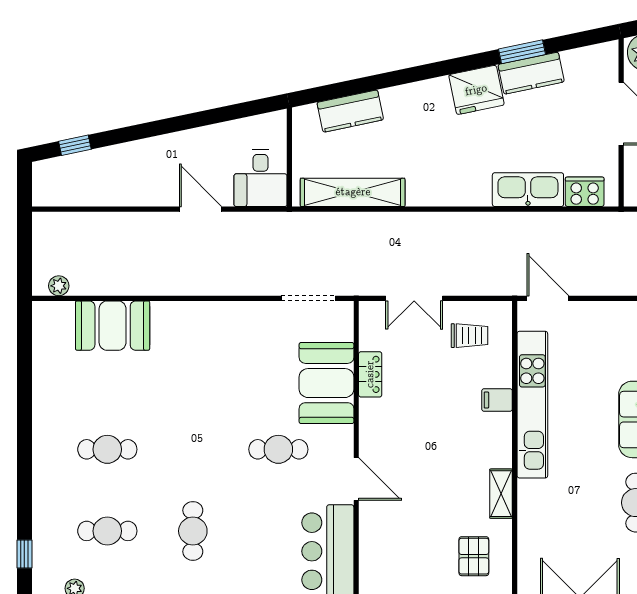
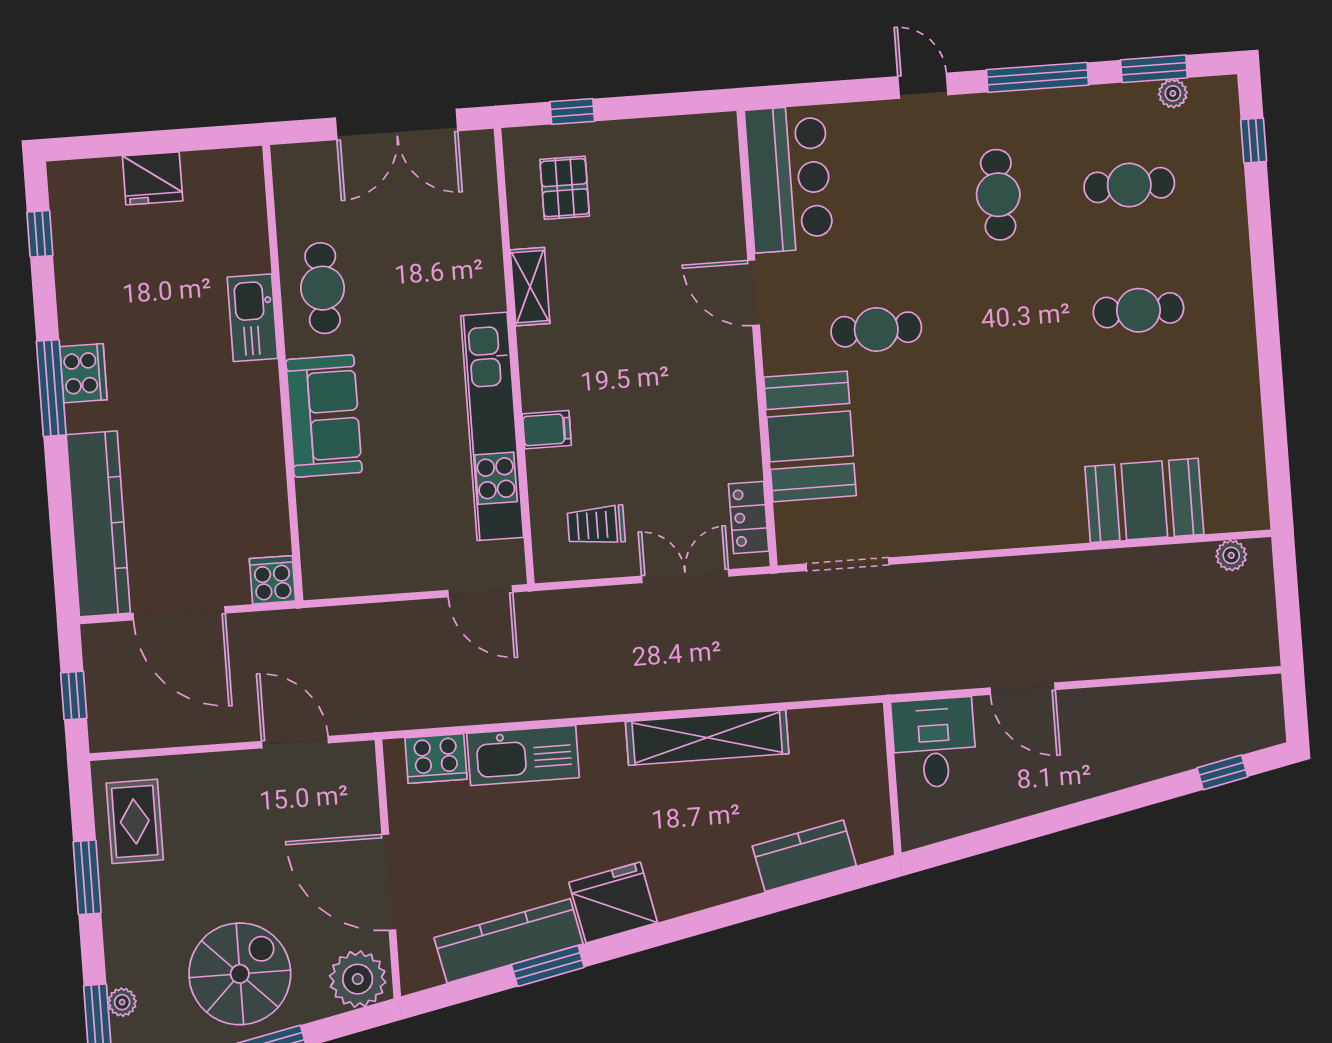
kitchen counter: (531, 73) -> (509, 941), width x1.50
shelving: (353, 192) -> (707, 738), moved
locker: (370, 374) -> (749, 517), moved

